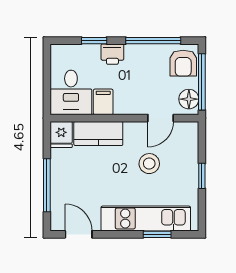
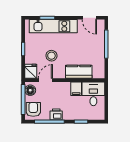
printer: (112, 54) -> (56, 114), moved
fridge: (61, 134) -> (31, 71), moved

